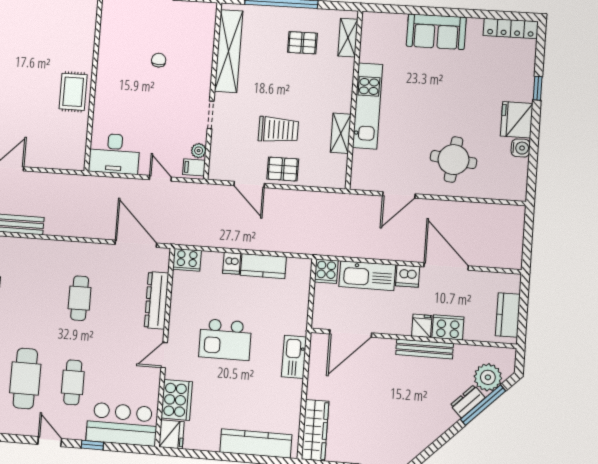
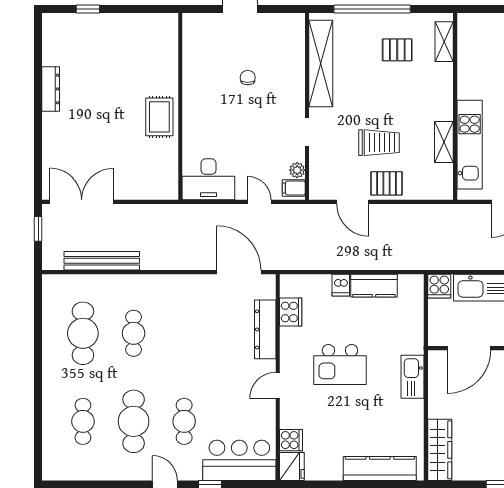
kitchen unit: (368, 106) -> (470, 145), moved
cooker: (187, 260) -> (291, 312), moved, turned -90
cafe table: (80, 298) -> (134, 333), moved
cooker: (177, 400) -> (291, 440), width x0.53, depth x0.76

